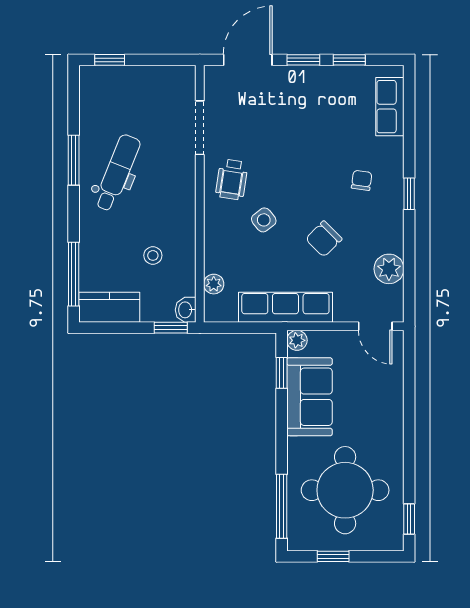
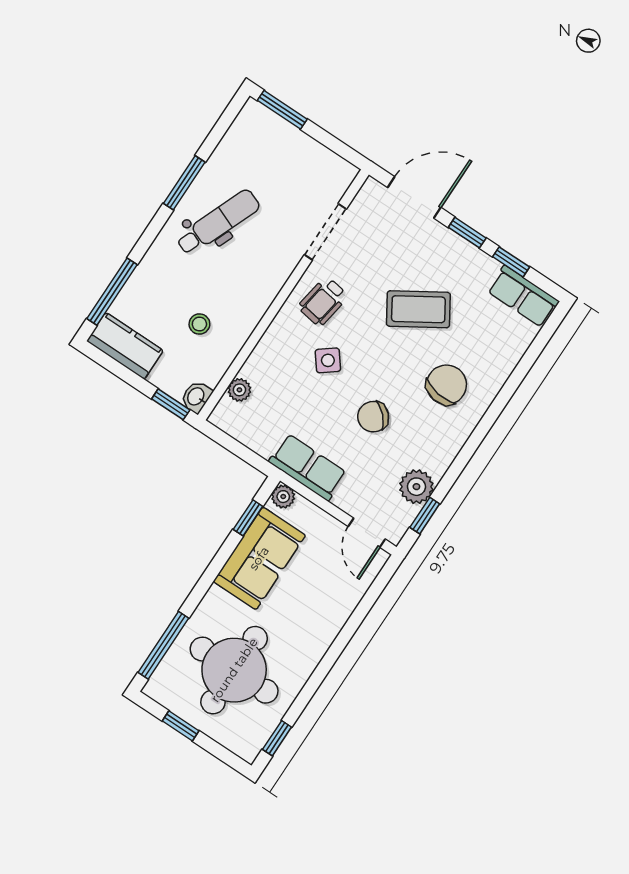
window: (110, 60) -> (282, 110), width x1.50
row of seats: (390, 107) -> (523, 296), moved, turned -90
coffee table: (305, 139) -> (418, 309), added
chair: (362, 180) -> (447, 385), width x1.87, depth x1.87
window: (409, 194) -> (425, 516), moved
row of seats: (285, 307) -> (308, 467), width x0.68

